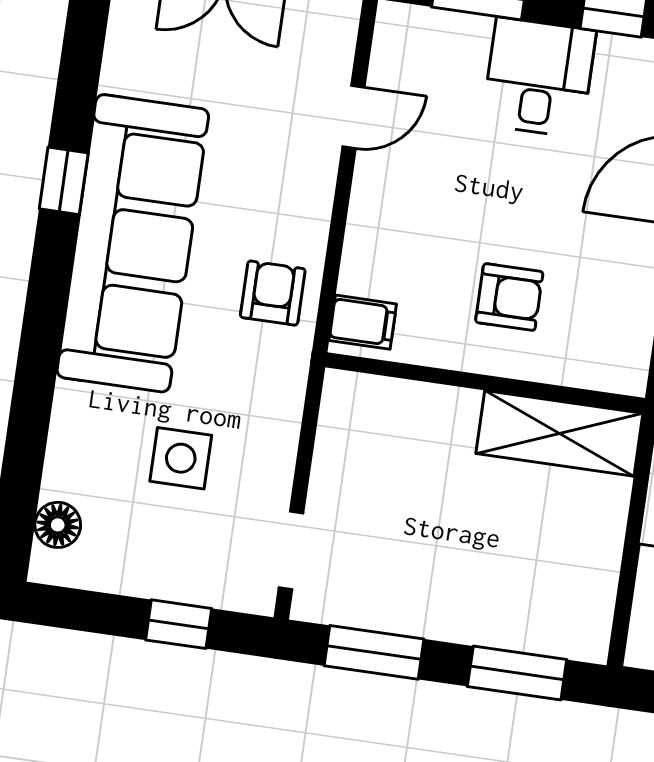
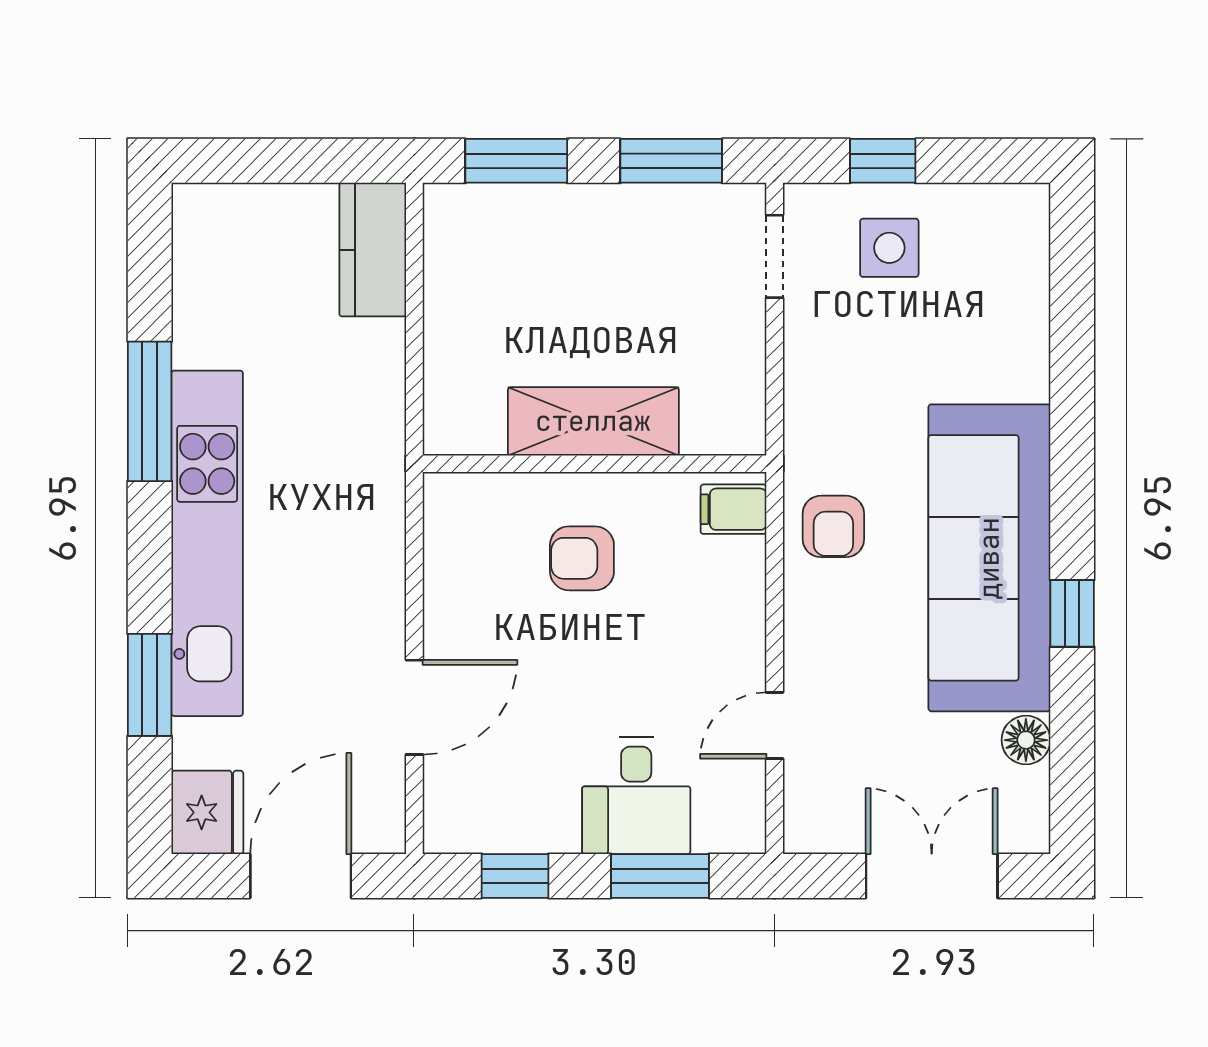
desk: (539, 77) -> (636, 796), moved
shelving: (559, 433) -> (593, 421), moved
side table: (181, 458) -> (889, 248), moved
floor lamp: (58, 525) -> (1026, 740), moved

